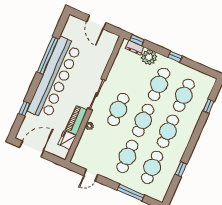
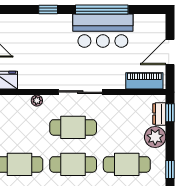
bar counter: (54, 78) -> (103, 31), width x0.54
window: (24, 109) -> (48, 10), moved
piano: (76, 120) -> (144, 81), moved

